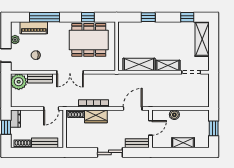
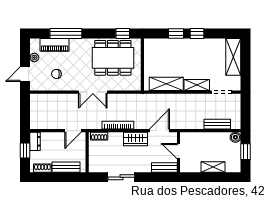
window: (88, 17) -> (123, 34), moved
window: (187, 17) -> (197, 34), moved
bench: (40, 78) -> (217, 124), moved
plant: (19, 82) -> (38, 102), removed
boiler: (174, 115) -> (235, 137), moved
wardrobe: (96, 116) -> (135, 139), moved
door: (151, 128) -> (178, 151), swing flipped
sliding door: (110, 152) -> (121, 177), moved

